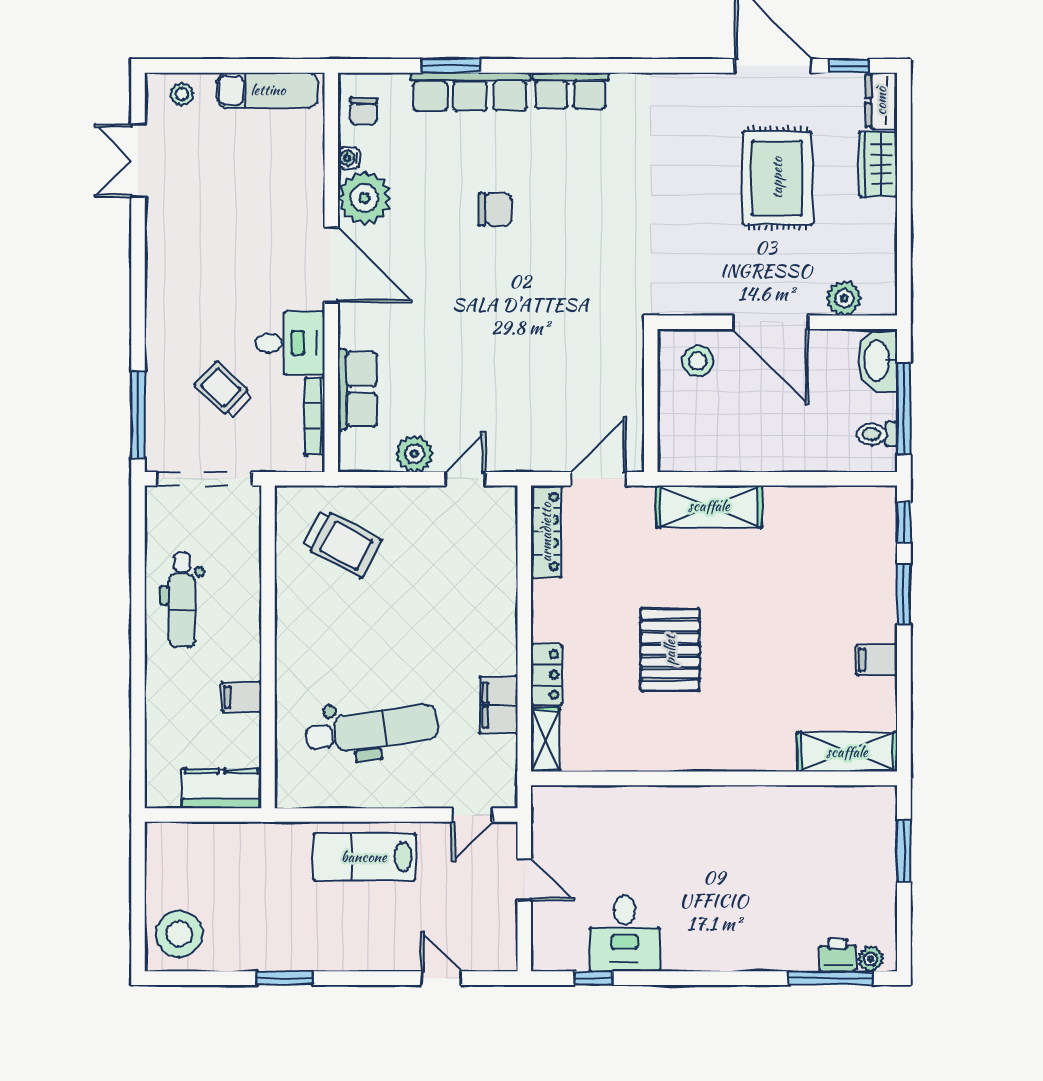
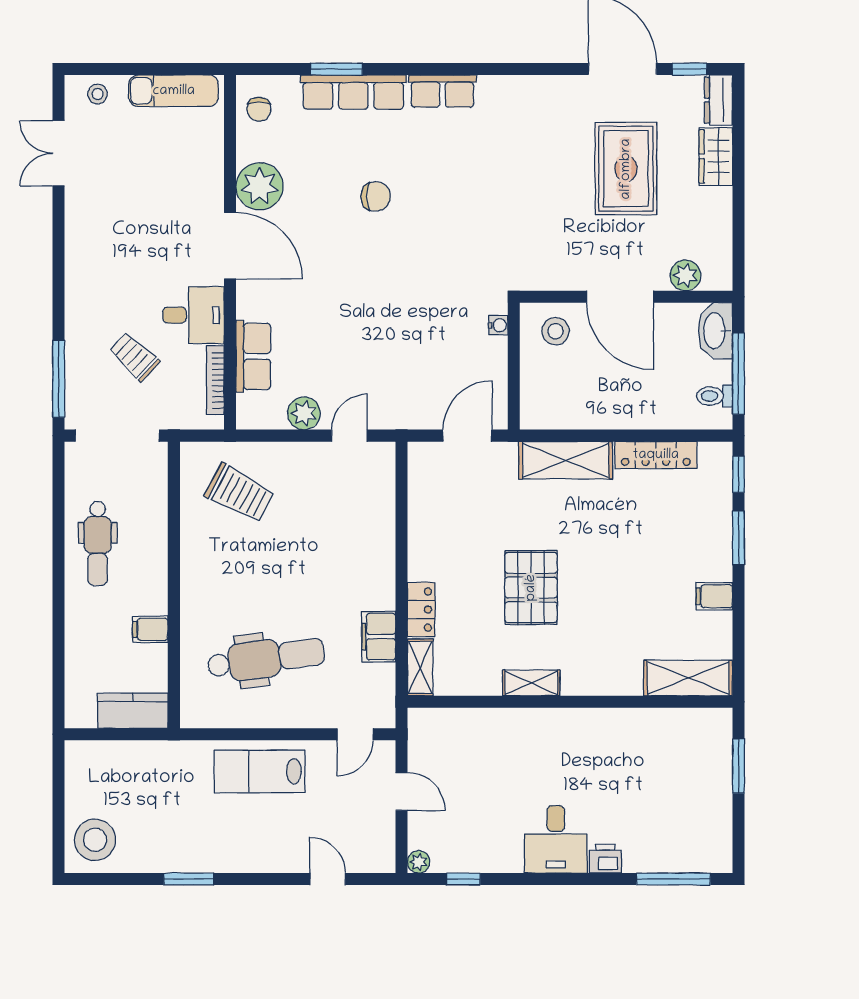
water cooler: (349, 158) -> (498, 325), moved, turned 180
locker: (546, 532) -> (656, 455), moved, turned 90
shelving: (671, 757) -> (531, 683), added
desk: (625, 933) -> (556, 839), moved
printer: (838, 955) -> (605, 859), moved
plant: (871, 959) -> (419, 862), moved

